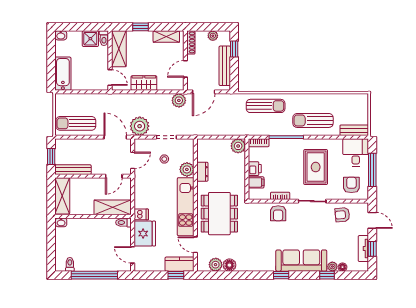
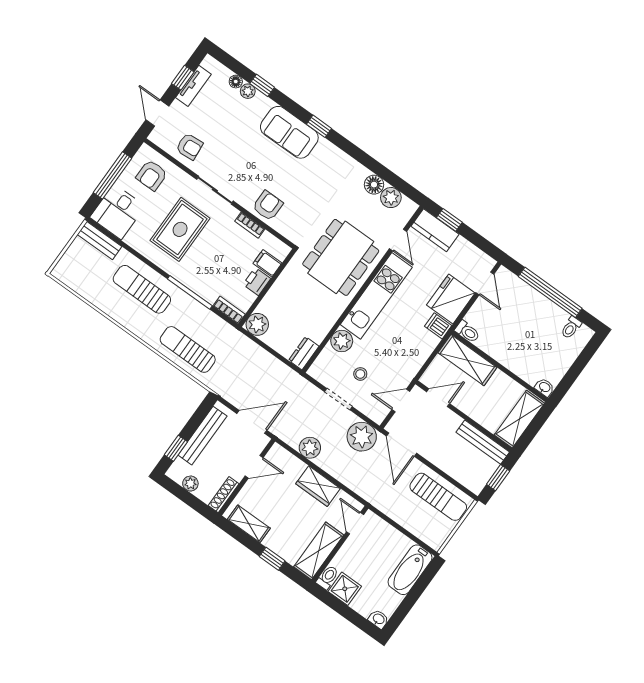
plant: (179, 100) -> (310, 448), moved
sun lounger: (313, 120) -> (142, 289), turned 180
dresser: (202, 172) -> (304, 353), moved
sofa: (301, 261) -> (289, 132), width x0.73

